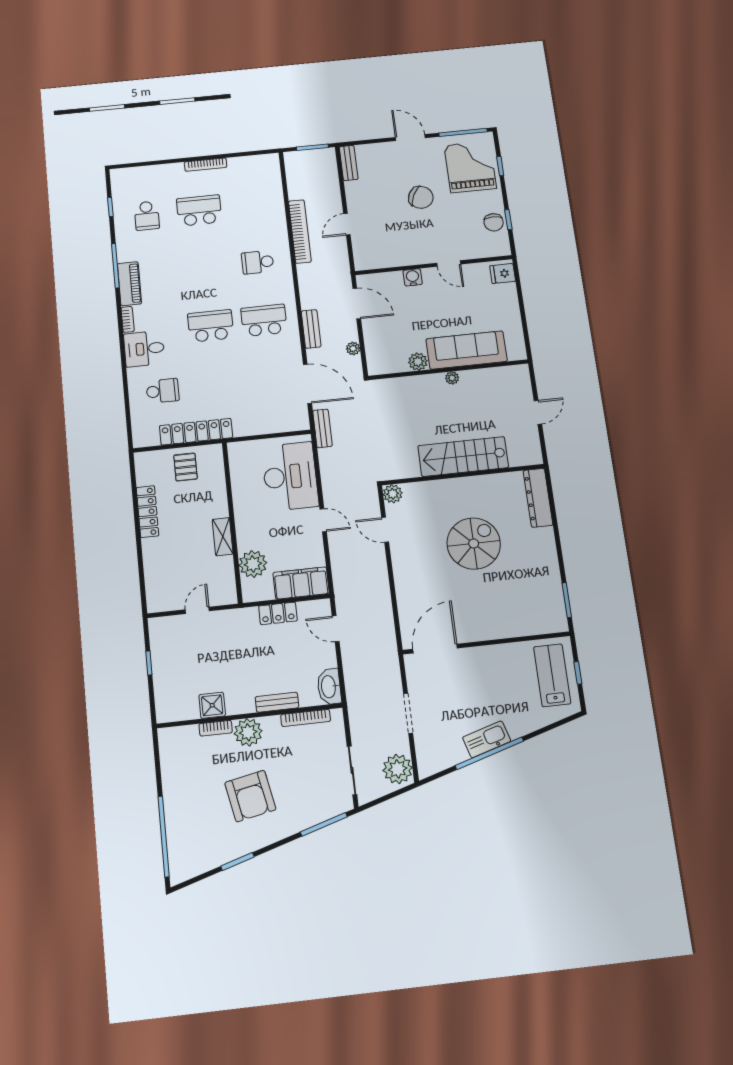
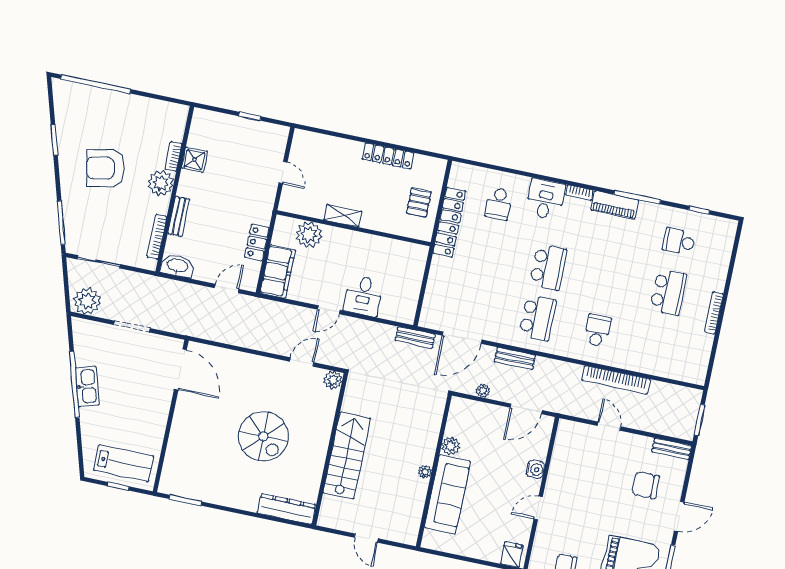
chair: (421, 197) -> (646, 485), moved, turned 64
pallet: (186, 467) -> (419, 202), turned 90
desk: (290, 476) -> (363, 296), width x0.53, depth x0.77

